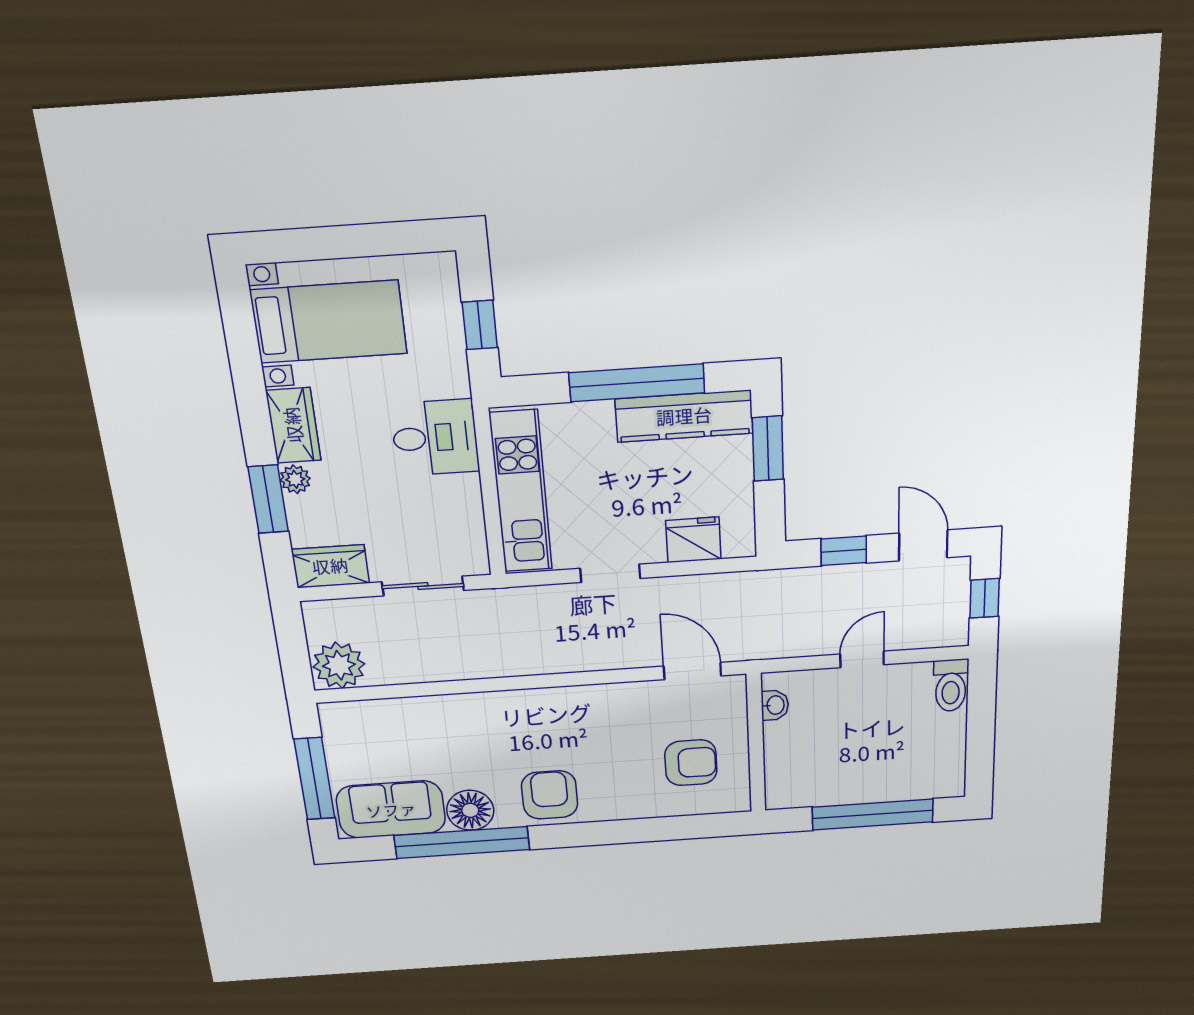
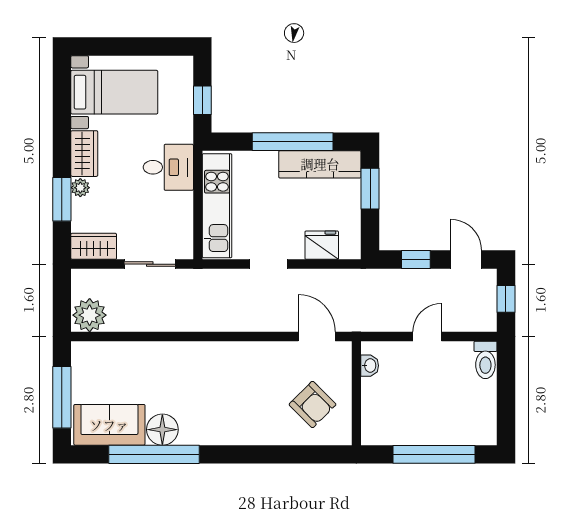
armchair: (691, 763) -> (313, 404), turned 45
armchair: (550, 795) -> (217, 422), removed

